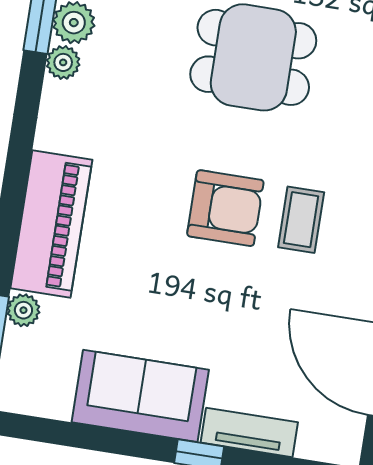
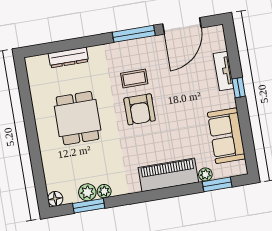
armchair: (225, 208) -> (140, 109), turned 180
sofa: (140, 396) -> (226, 136), moved

